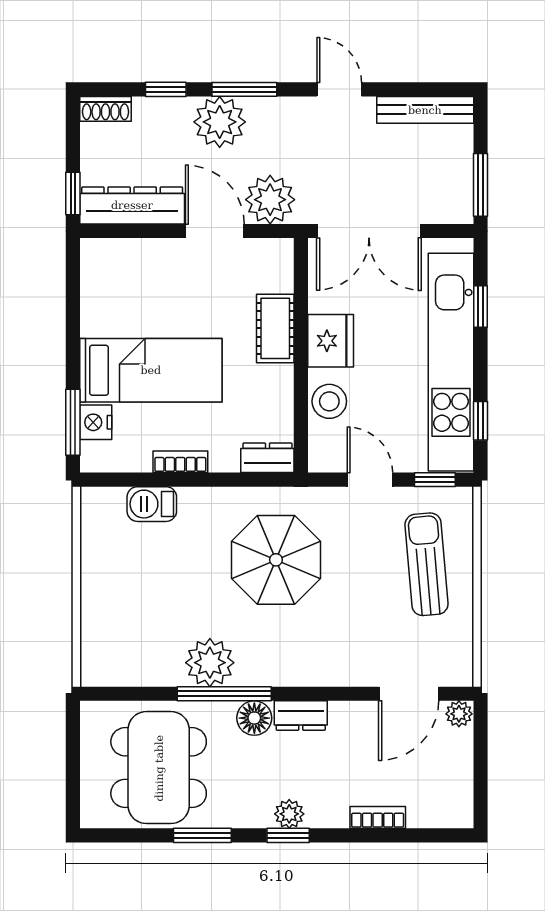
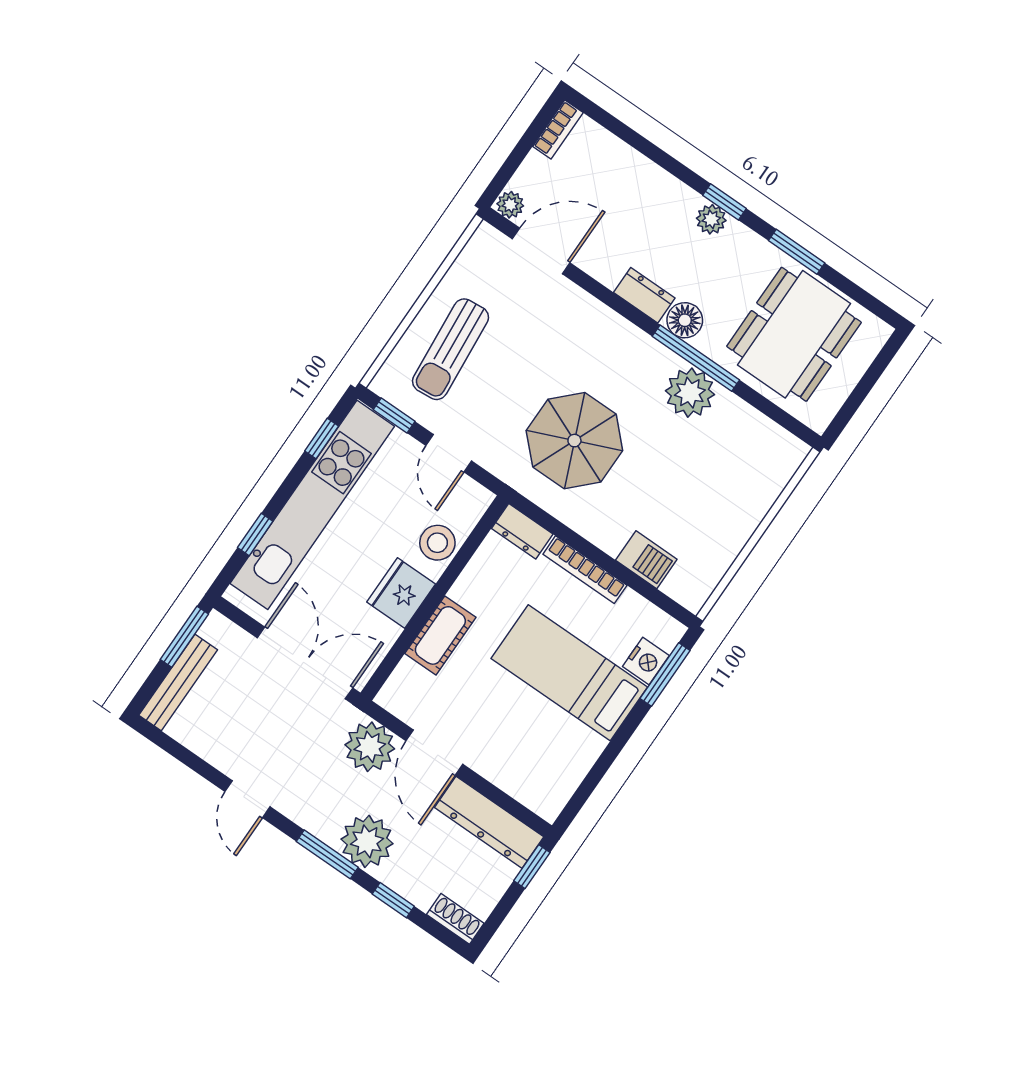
bench: (425, 110) -> (178, 682), moved, turned 90
bookcase: (180, 462) -> (585, 570), width x1.56
bookcase: (378, 817) -> (558, 129), moved, turned -90

